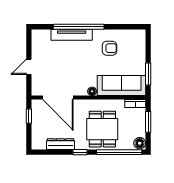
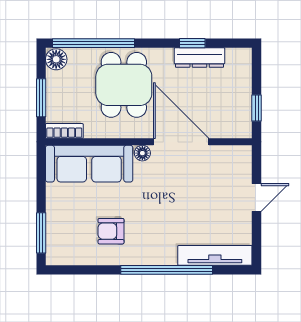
tv unit: (72, 35) -> (215, 255), moved
window: (148, 74) -> (41, 233), moved
door: (58, 98) -> (181, 142), moved
window: (80, 152) -> (192, 43), moved

